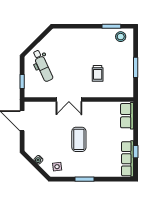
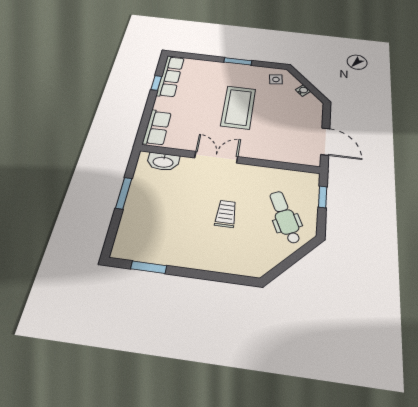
stool: (121, 37) -> (136, 247), removed
trolley: (98, 73) -> (226, 214), moved
washbasin: (118, 92) -> (163, 162), added
double door: (69, 99) -> (216, 157), moved
coffee table: (79, 139) -> (238, 107), width x1.36, depth x1.32

